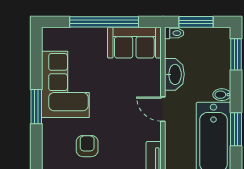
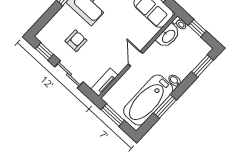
window: (196, 22) -> (197, 28), width x0.67
washbasin: (174, 74) -> (168, 36), moved

